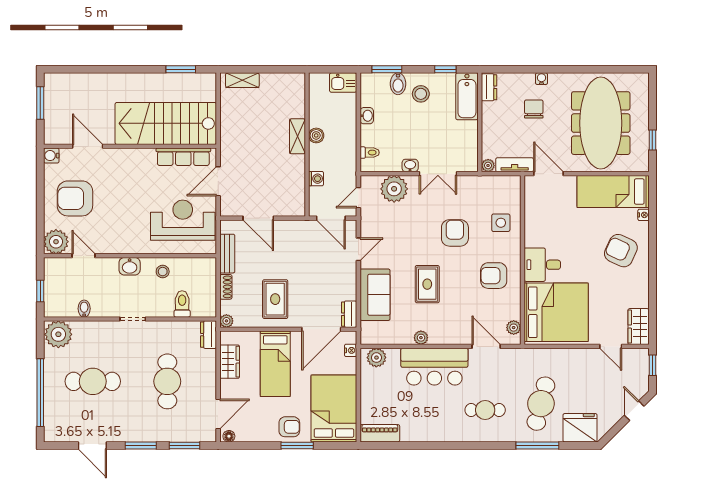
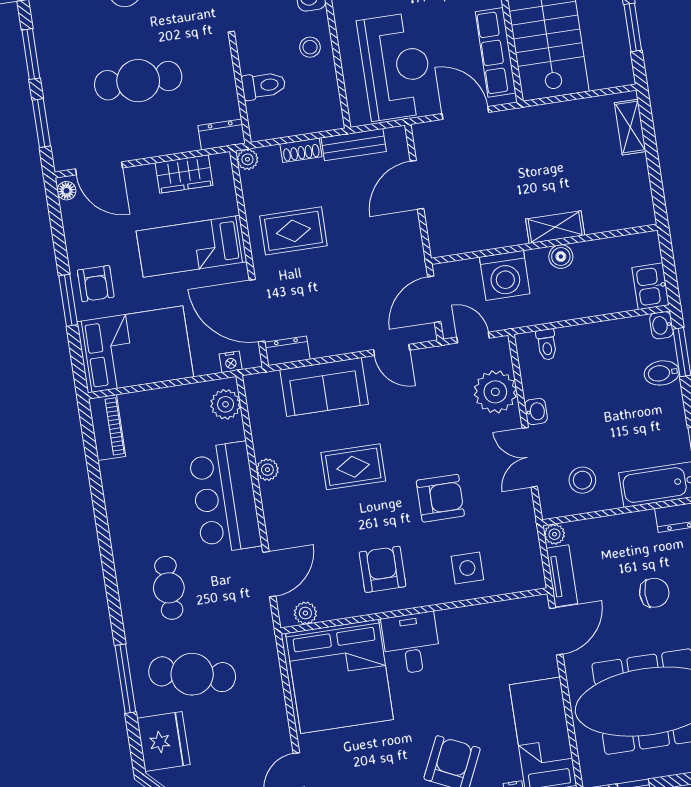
stool: (421, 94) -> (582, 480), moved
washbasin: (367, 116) -> (661, 325), moved, turned 90
washing machine: (316, 179) -> (505, 275), width x1.89, depth x1.89

